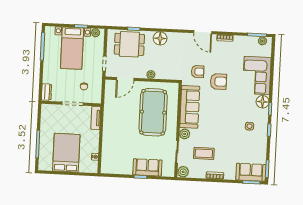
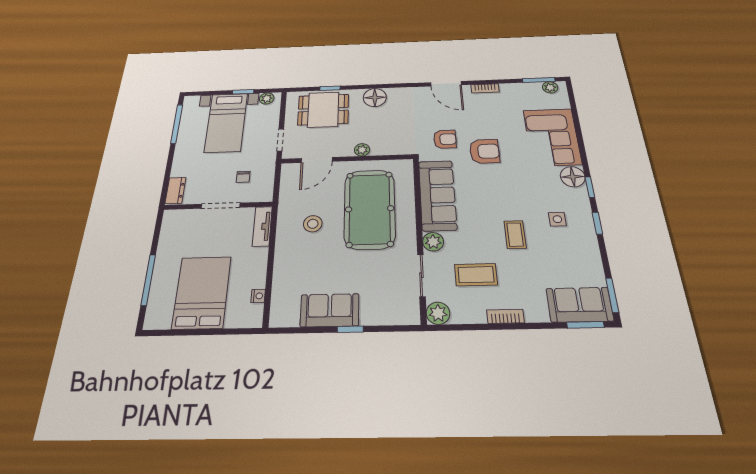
stool: (123, 119) -> (313, 224), added
coffee table: (227, 133) -> (515, 235), added
sofa: (147, 167) -> (330, 310), moved

